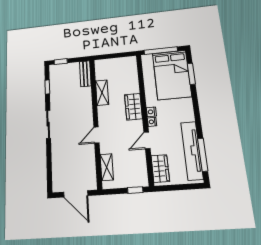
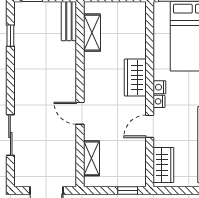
shelving: (102, 93) -> (92, 33), moved
sliding door: (48, 124) -> (10, 135), moved
door: (96, 135) -> (80, 113), hinge flipped

